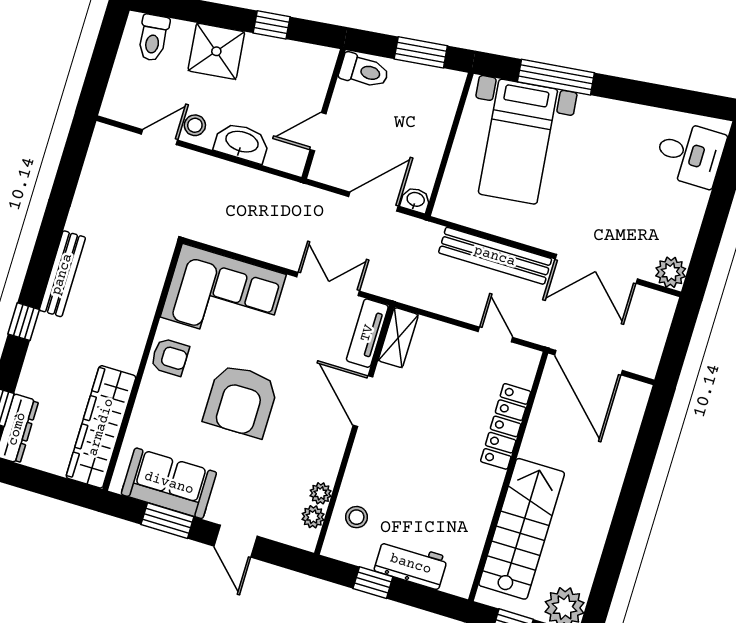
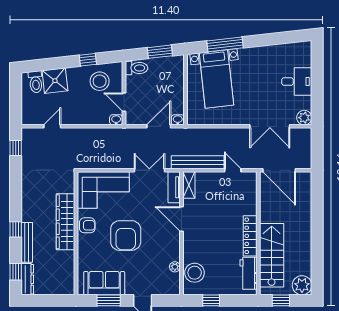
shower: (216, 51) -> (55, 81), moved
stool: (195, 125) -> (100, 81), moved, width x1.89, depth x1.89
door: (318, 132) -> (124, 102), hinge flipped
washbasin: (242, 142) -> (116, 120), moved, width x0.52, depth x0.69
desk: (690, 154) -> (297, 82), moved
window: (73, 158) -> (16, 148), added
bench: (495, 256) -> (198, 162), moved
bench: (62, 274) -> (27, 242), moved
locker: (506, 426) -> (250, 236), moved
wardrobe: (101, 427) -> (65, 222), moved
plant: (313, 517) -> (175, 279), removed
stool: (356, 517) -> (195, 273), width x1.89, depth x1.89
workbench: (411, 564) -> (248, 273), moved, turned -90

